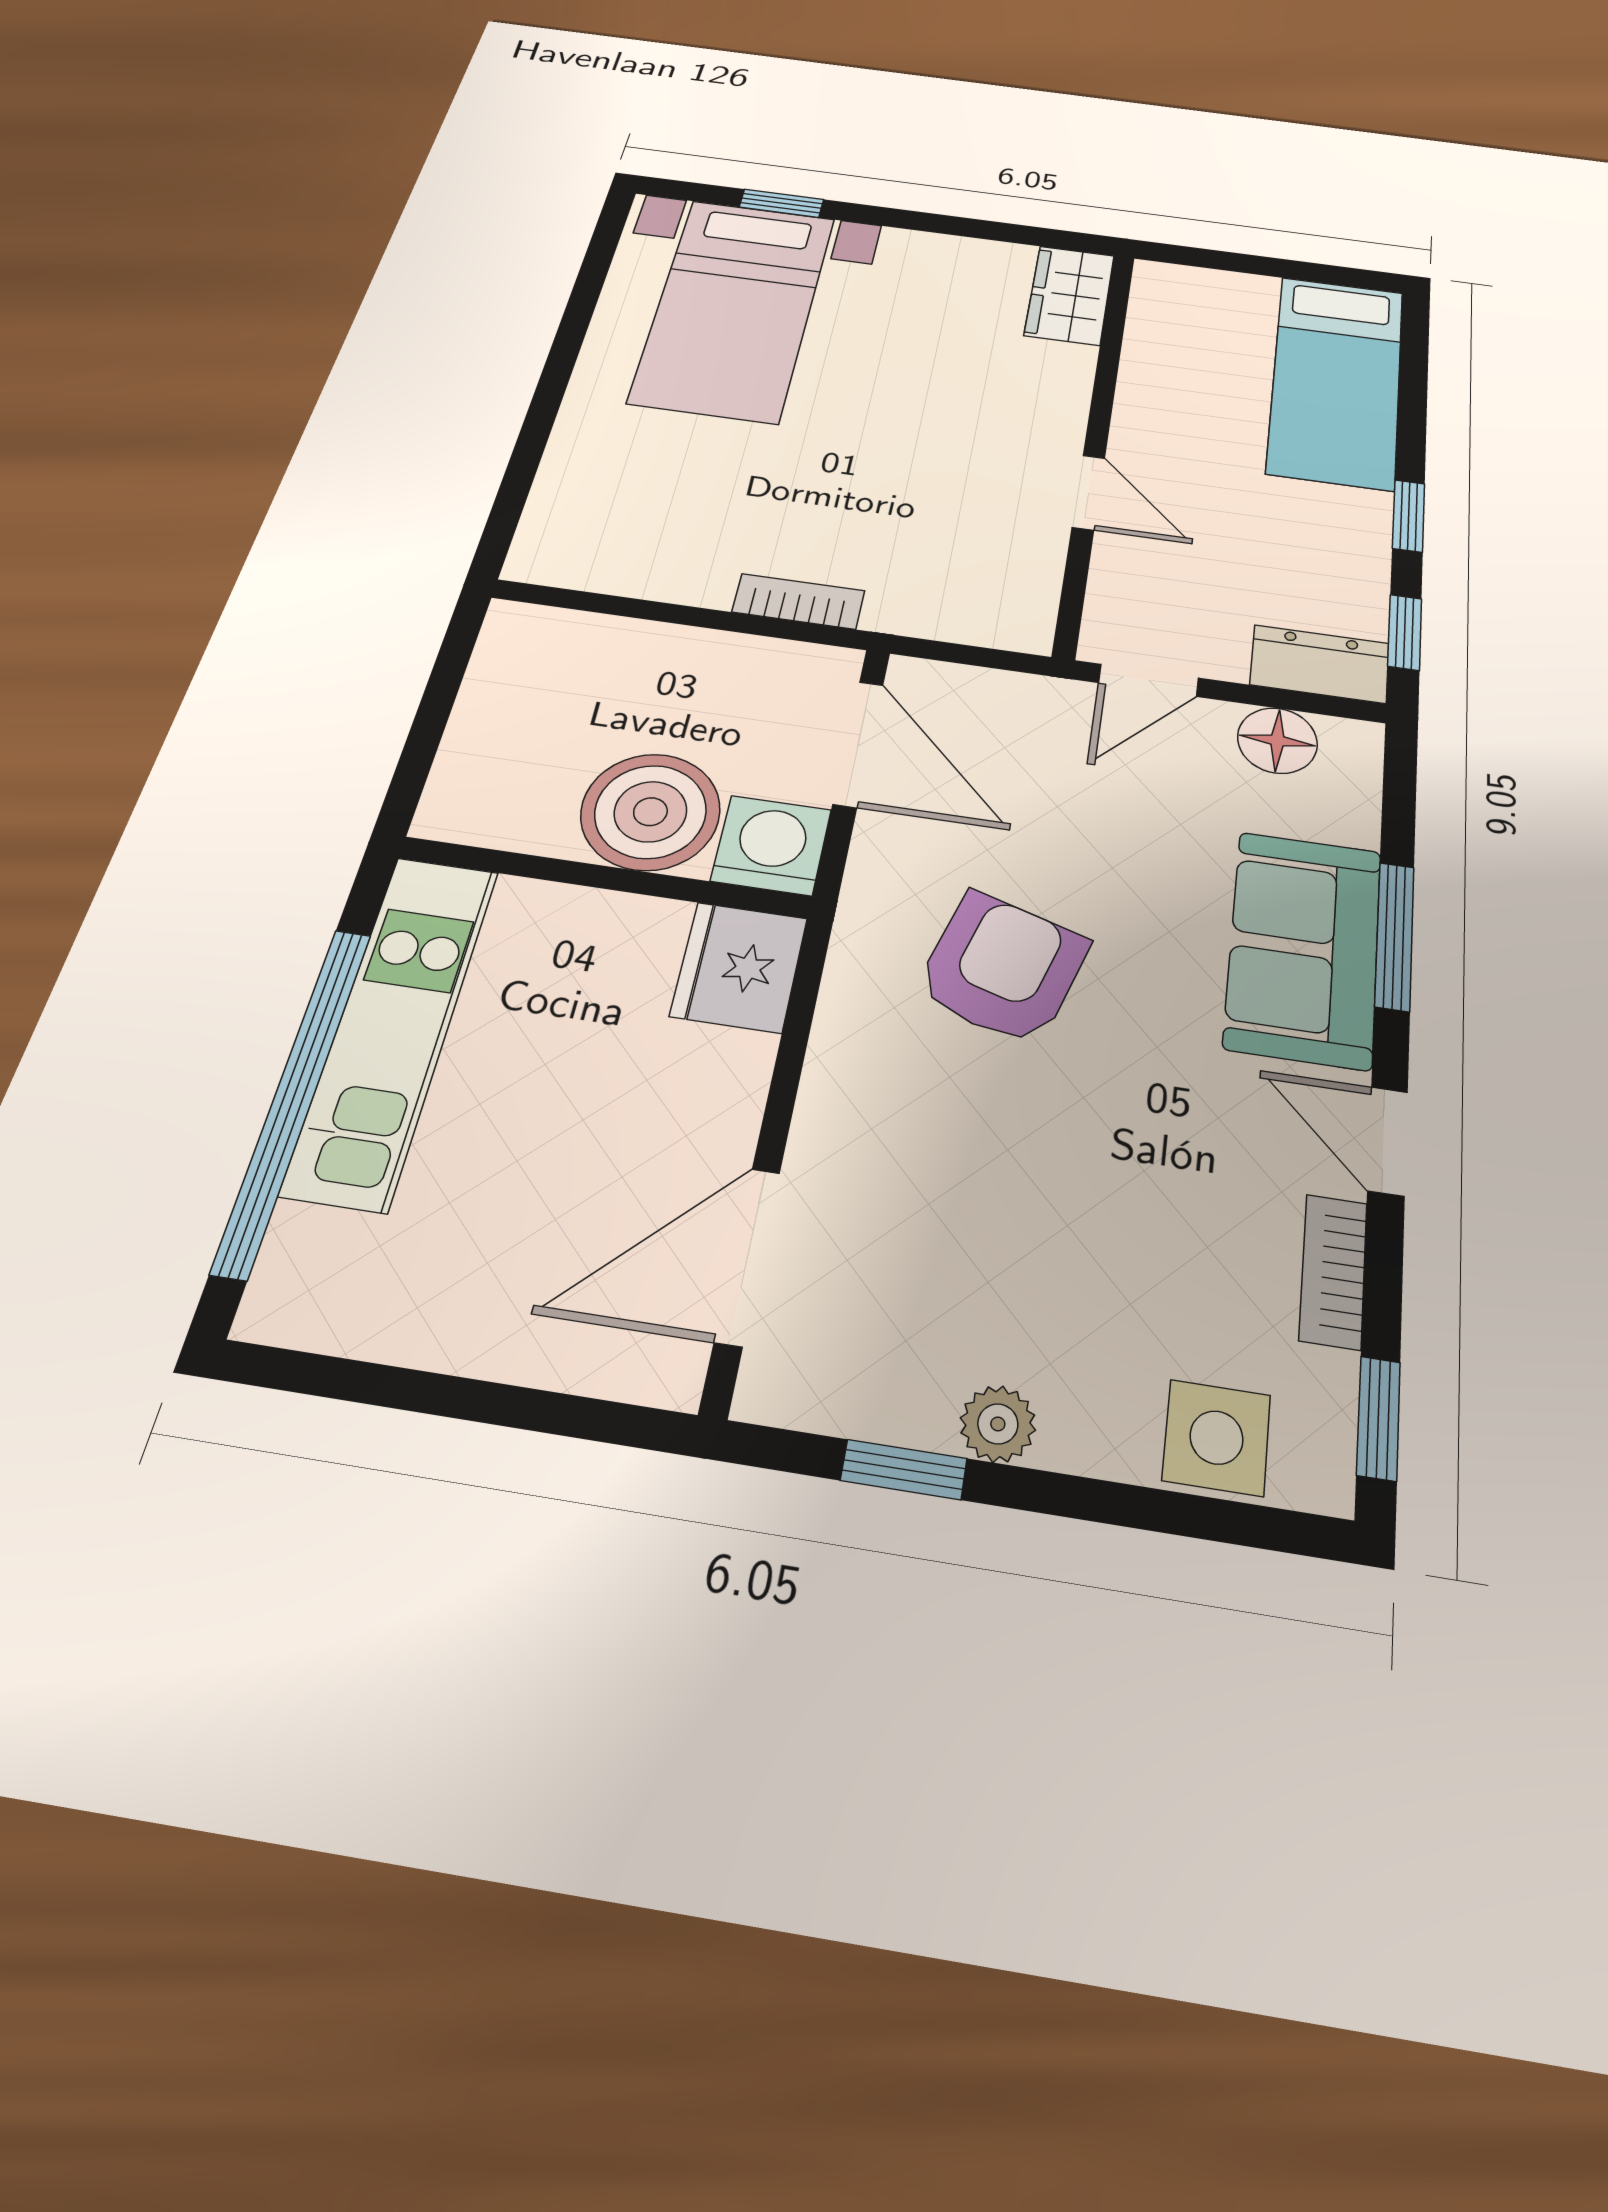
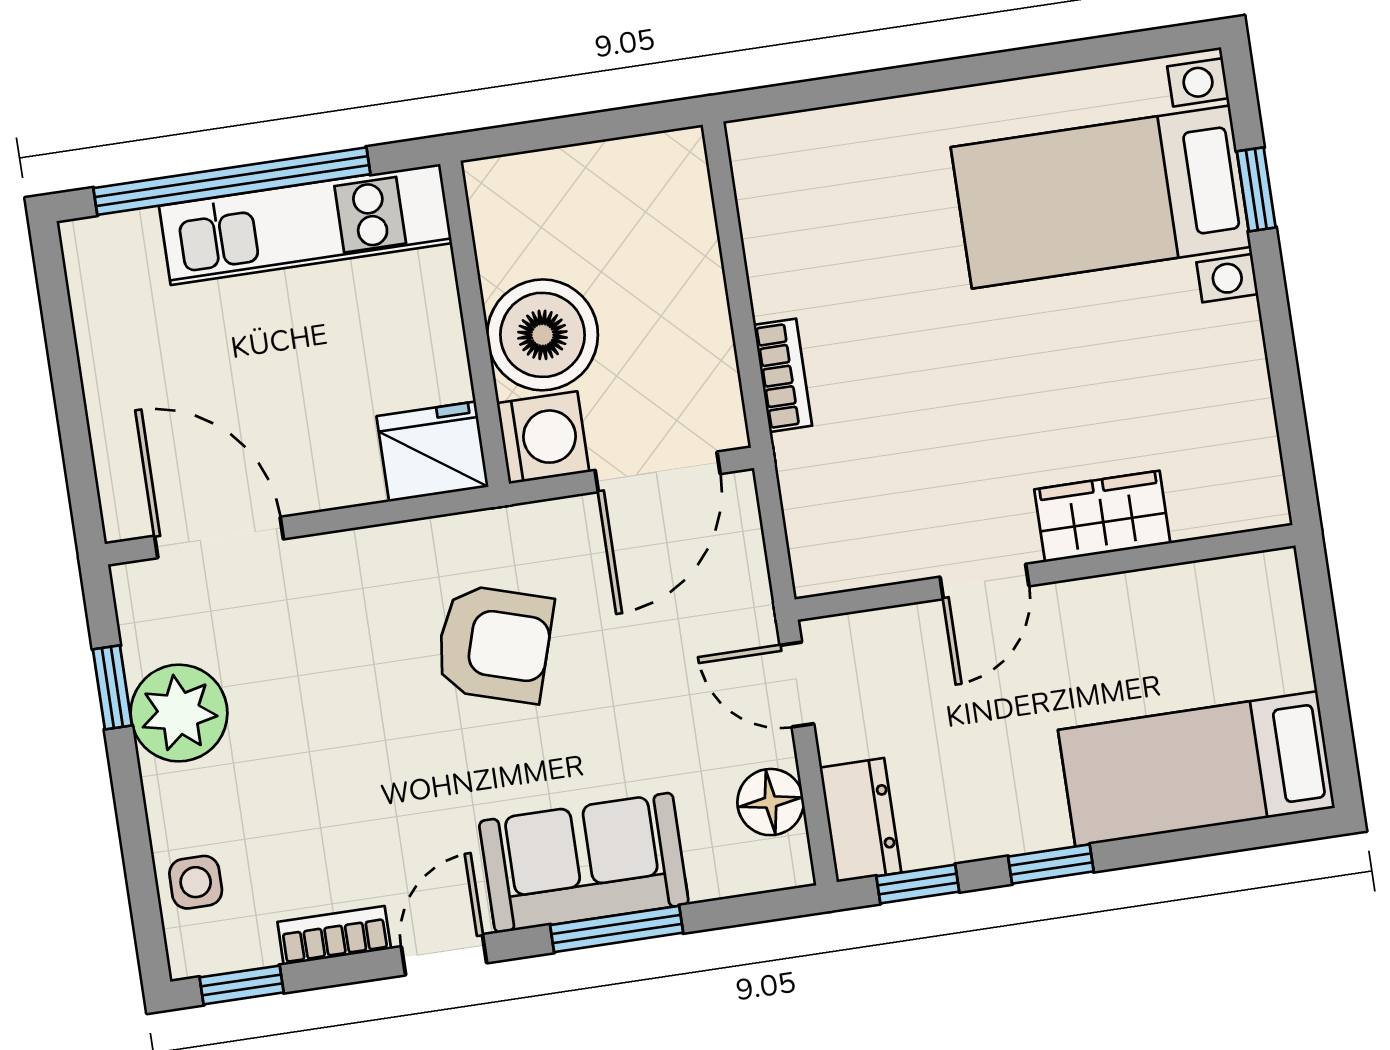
wardrobe: (1070, 295) -> (1102, 516), moved
plant: (998, 1424) -> (179, 713), width x1.88, depth x1.88
side table: (1216, 1438) -> (196, 882), width x0.73, depth x0.73

